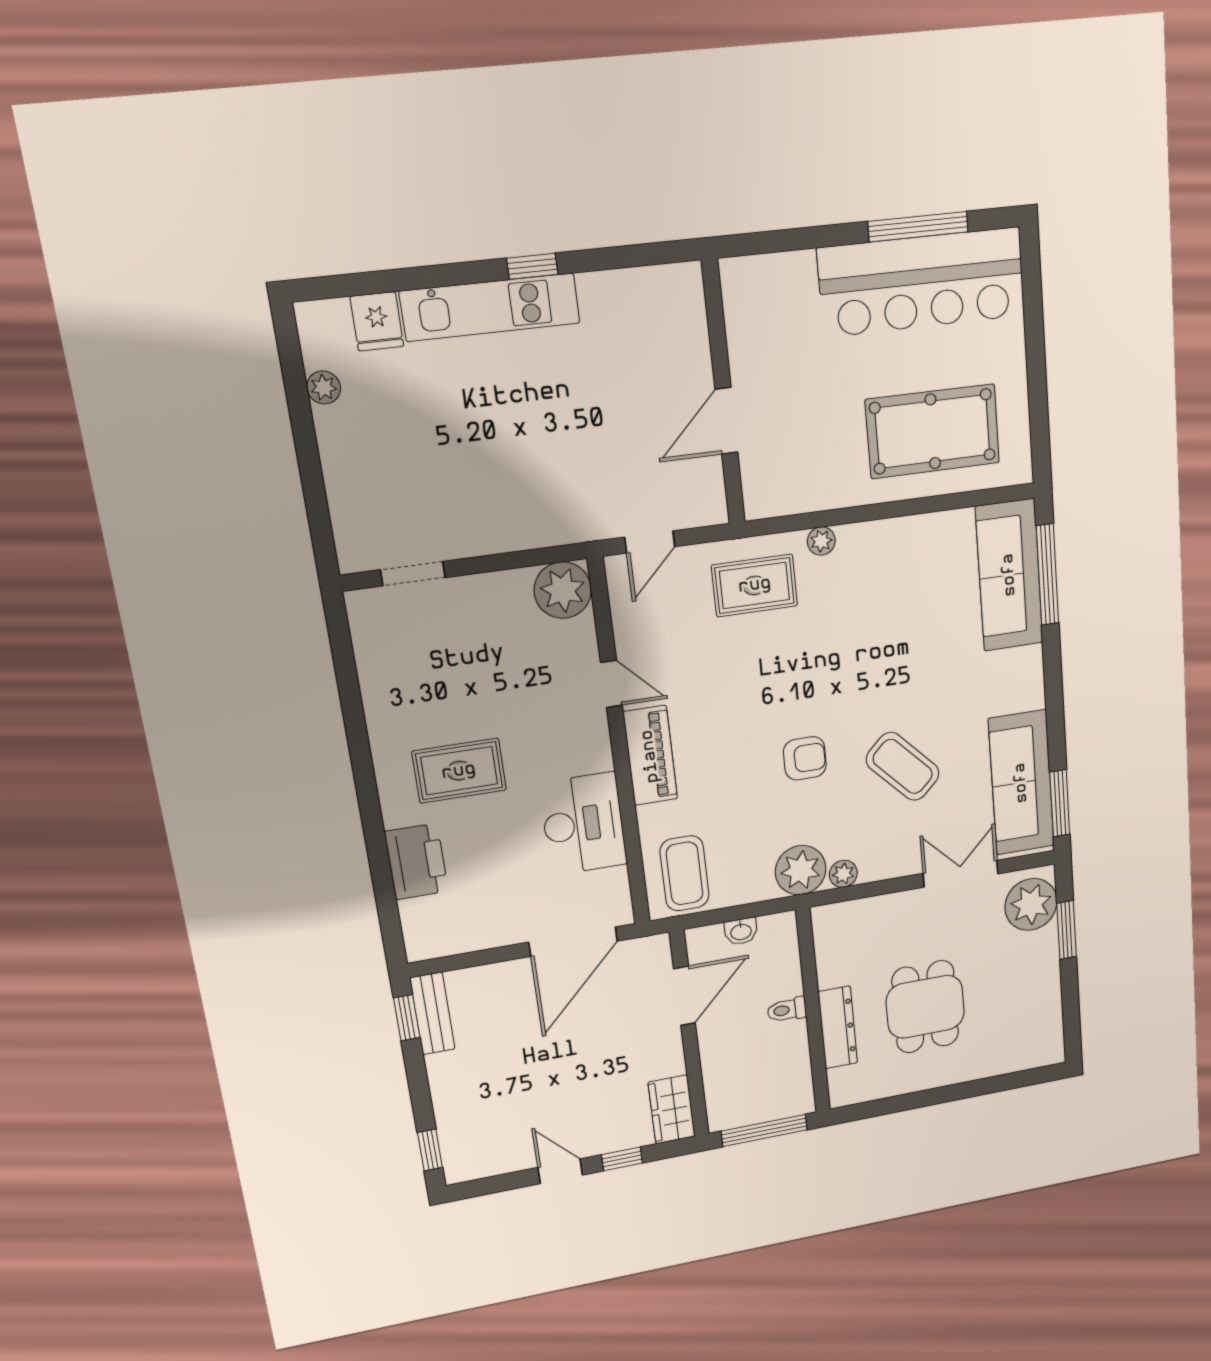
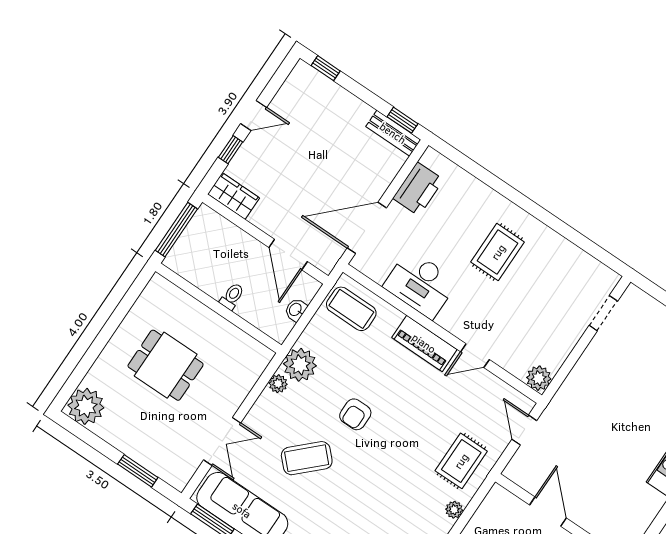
plant: (563, 590) -> (539, 378), width x0.73, depth x0.73
printer: (416, 861) -> (418, 189), moved, turned -90
plant: (1031, 904) -> (86, 406), moved
door: (573, 942) -> (367, 228), hinge flipped
dresser: (838, 1027) -> (197, 313), removed

